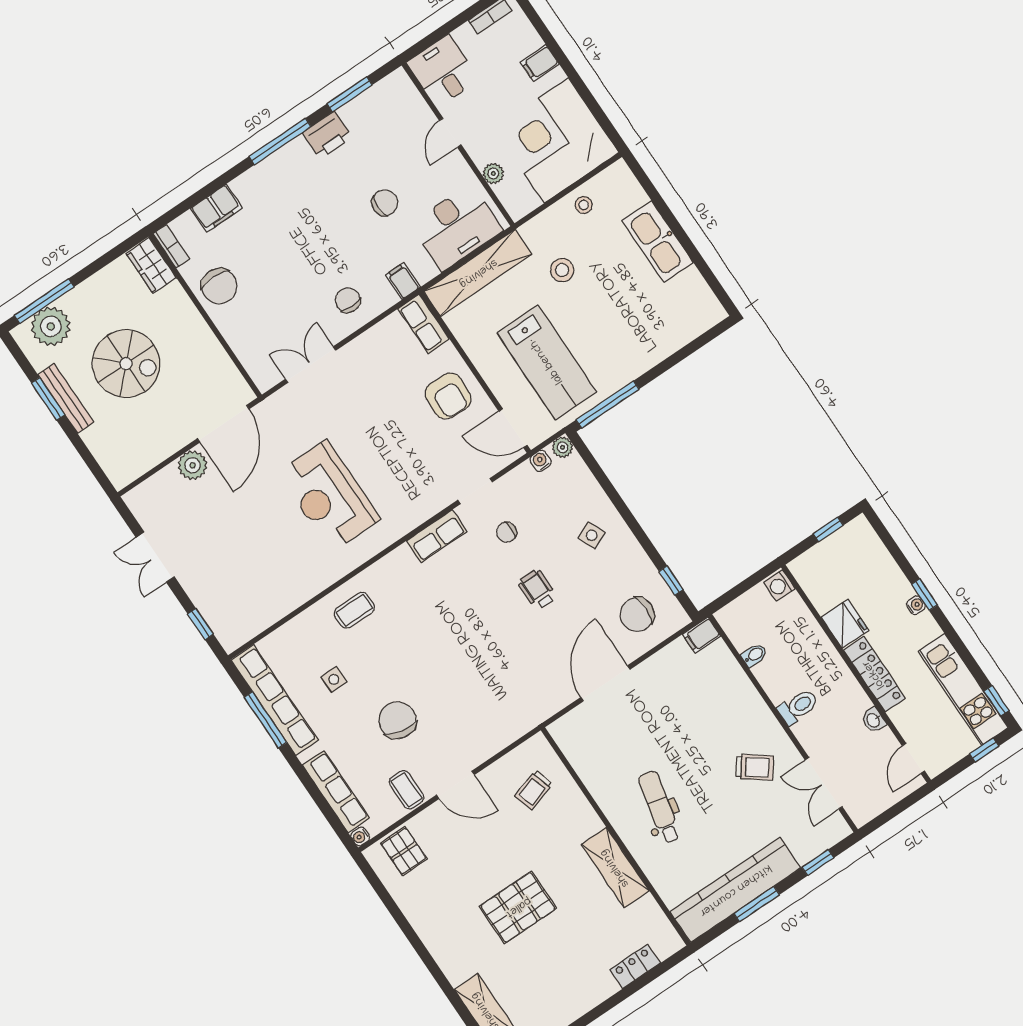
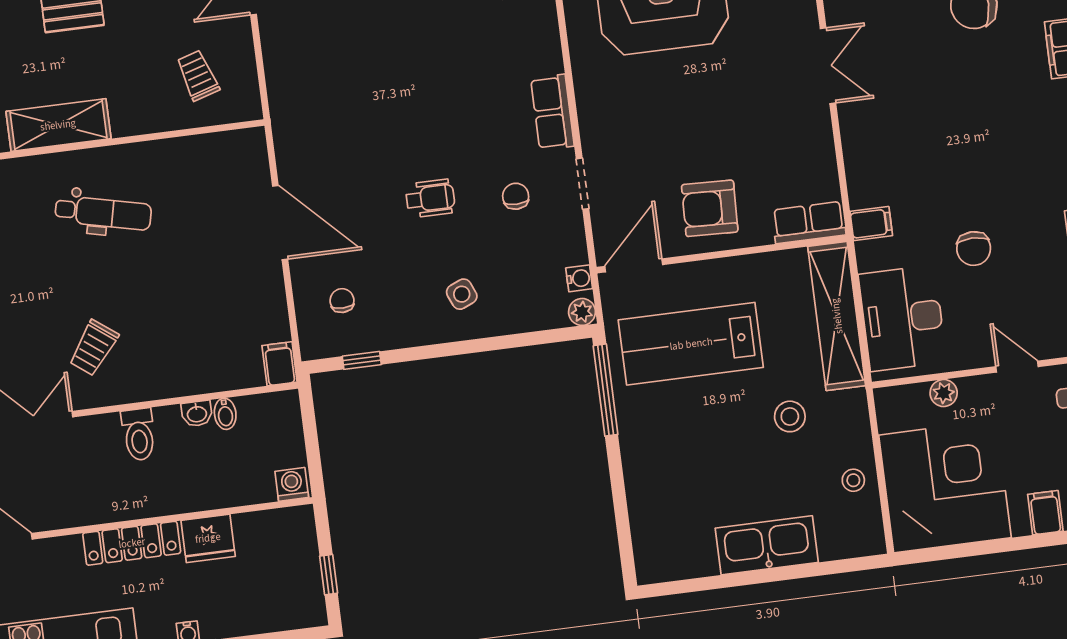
chair: (348, 300) -> (881, 148), removed
chair: (637, 614) -> (342, 301), width x0.54, depth x0.54
washbasin: (873, 720) -> (197, 414), moved, turned 180

